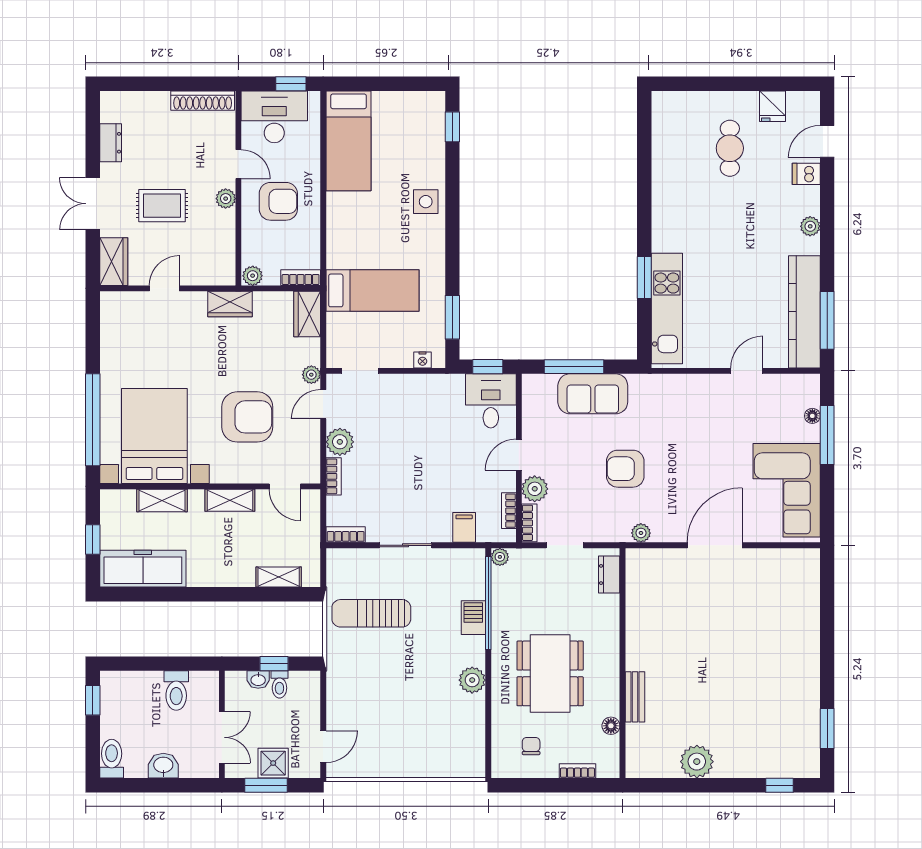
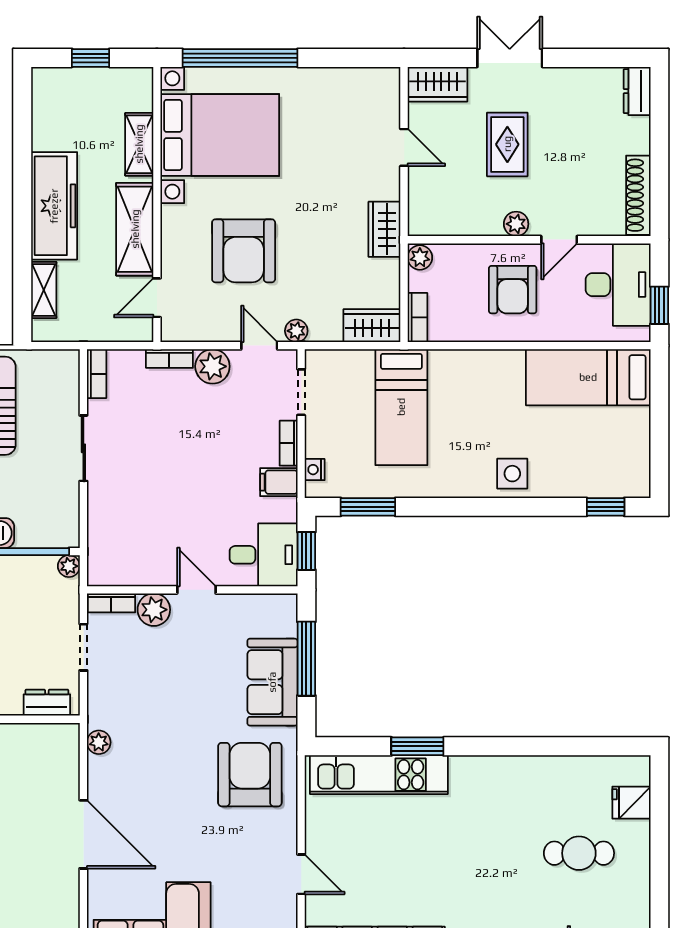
fridge: (772, 106) -> (631, 803), moved
dresser: (111, 143) -> (637, 91), moved, turned 90
armchair: (625, 469) -> (250, 775), moved, width x1.36, depth x1.36
shelving: (230, 500) -> (135, 229), width x1.50, depth x1.33
bookcase: (509, 511) -> (289, 443), moved, turned -90
filing cabinet: (464, 527) -> (279, 482), moved, turned 180
freezer: (143, 569) -> (54, 206), moved

